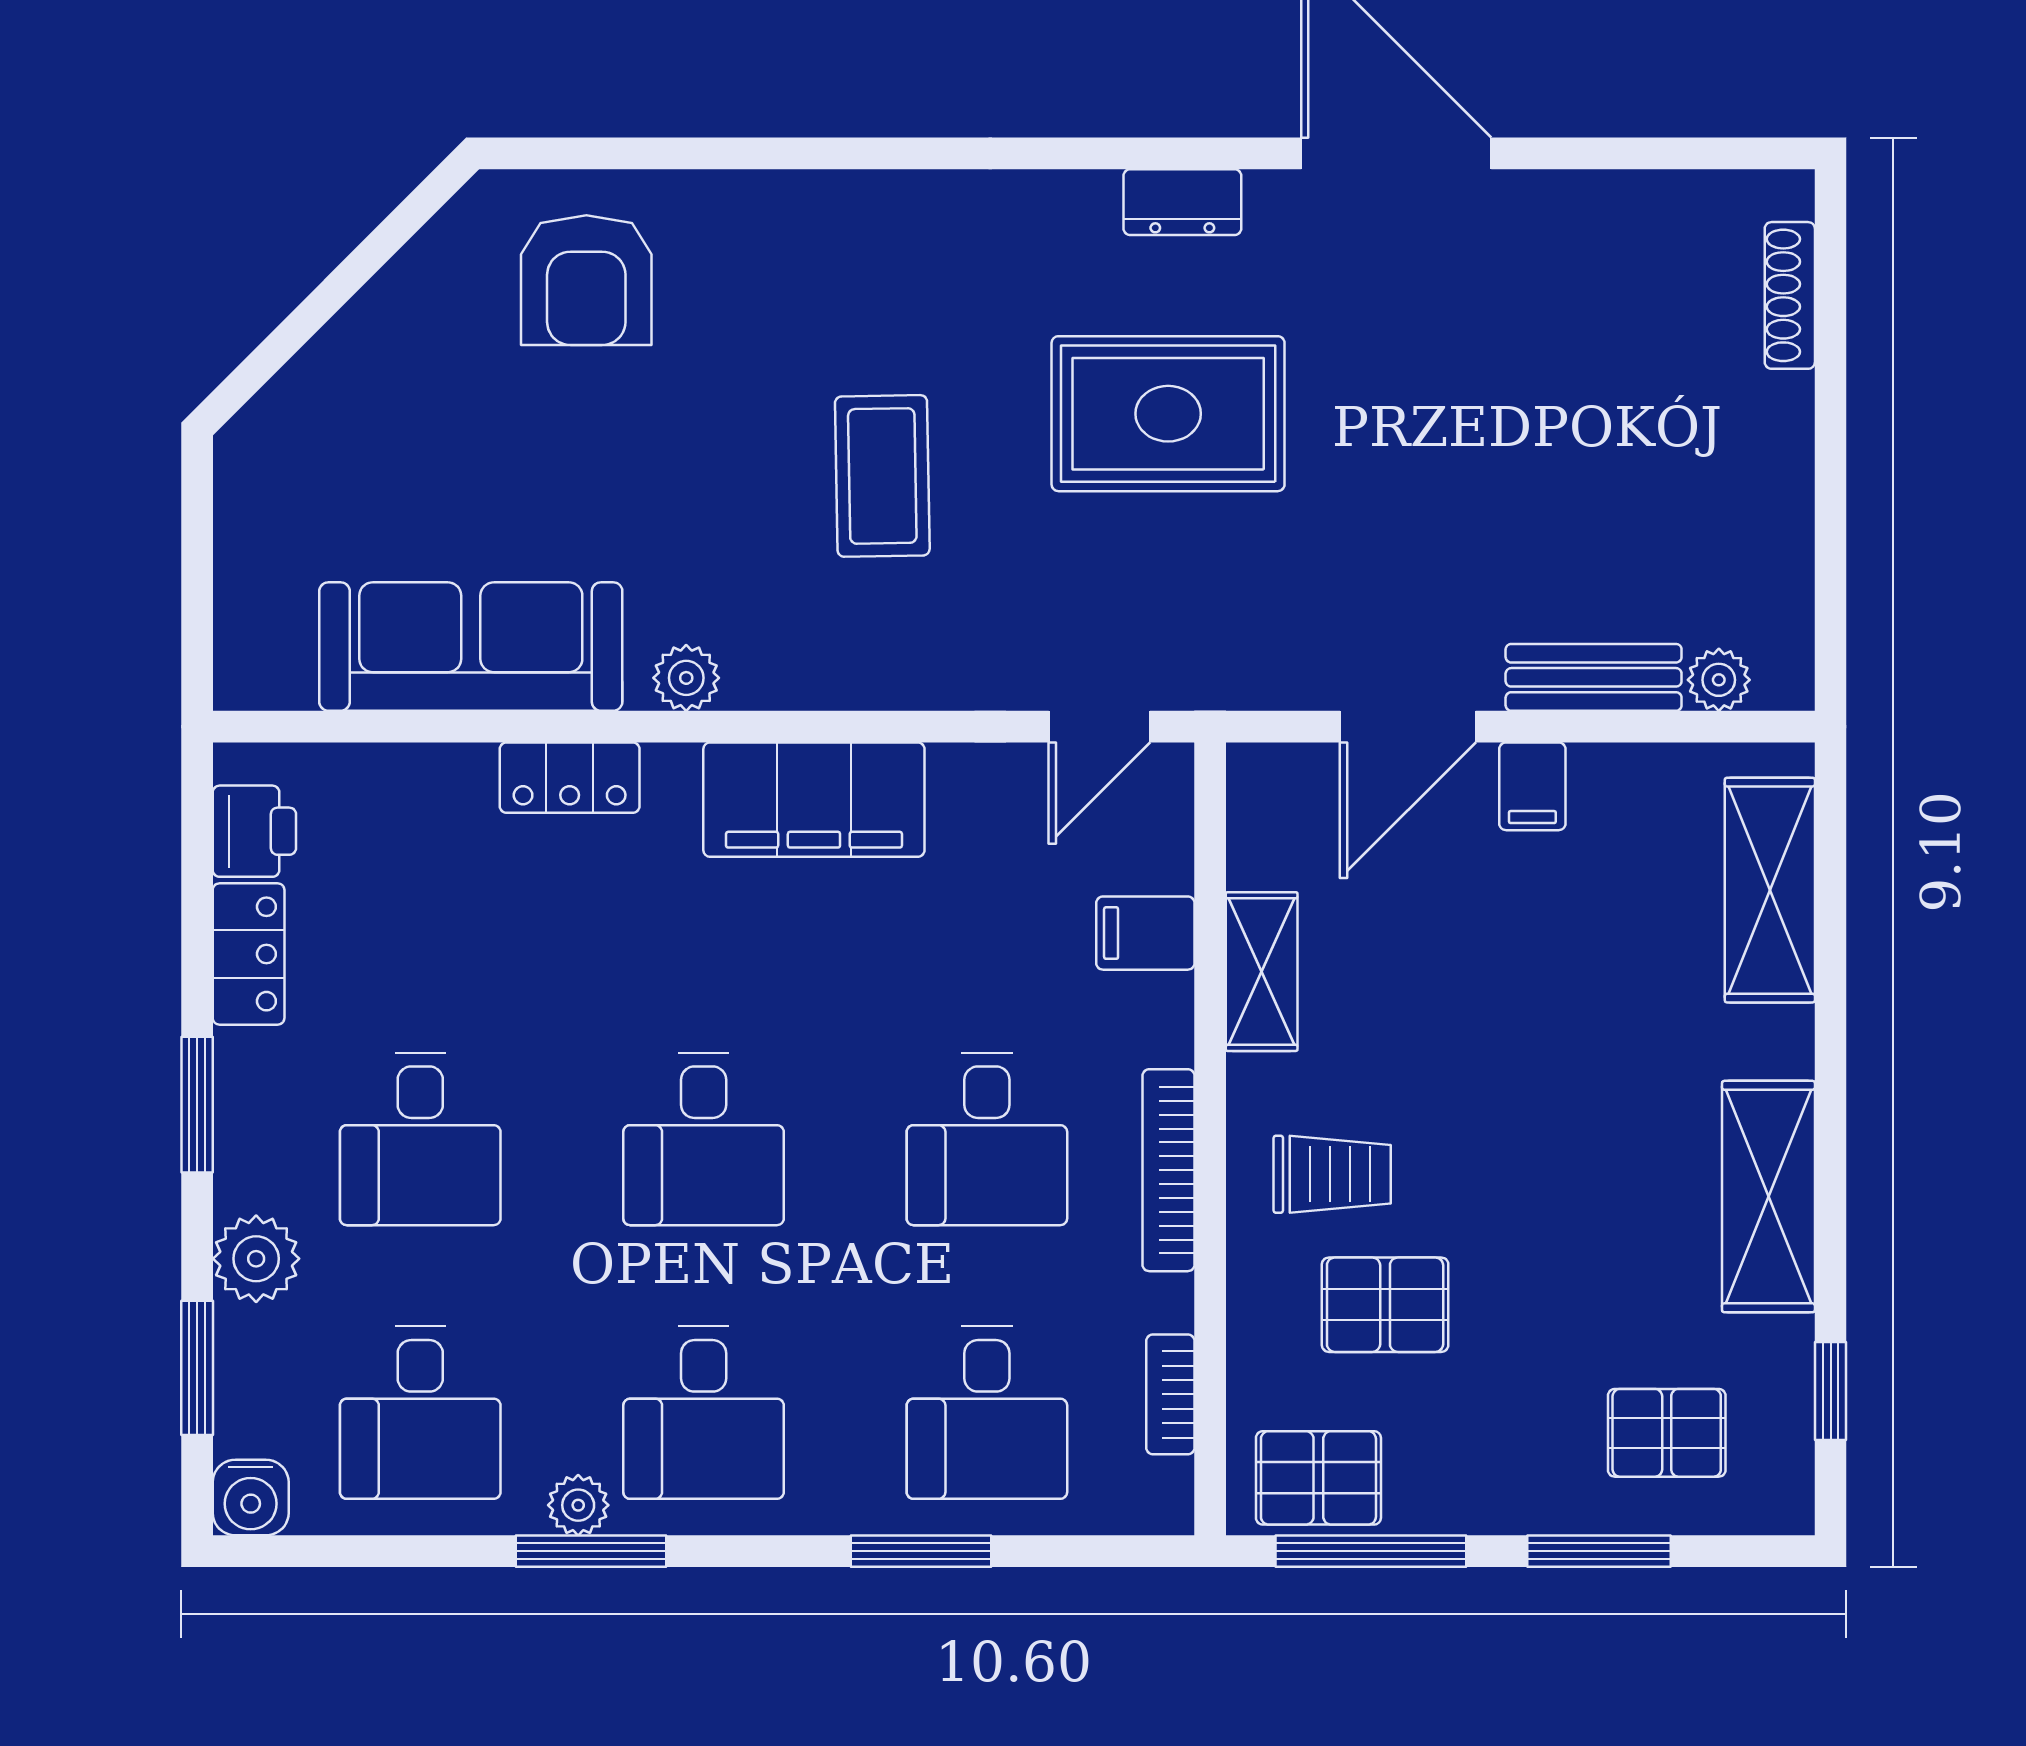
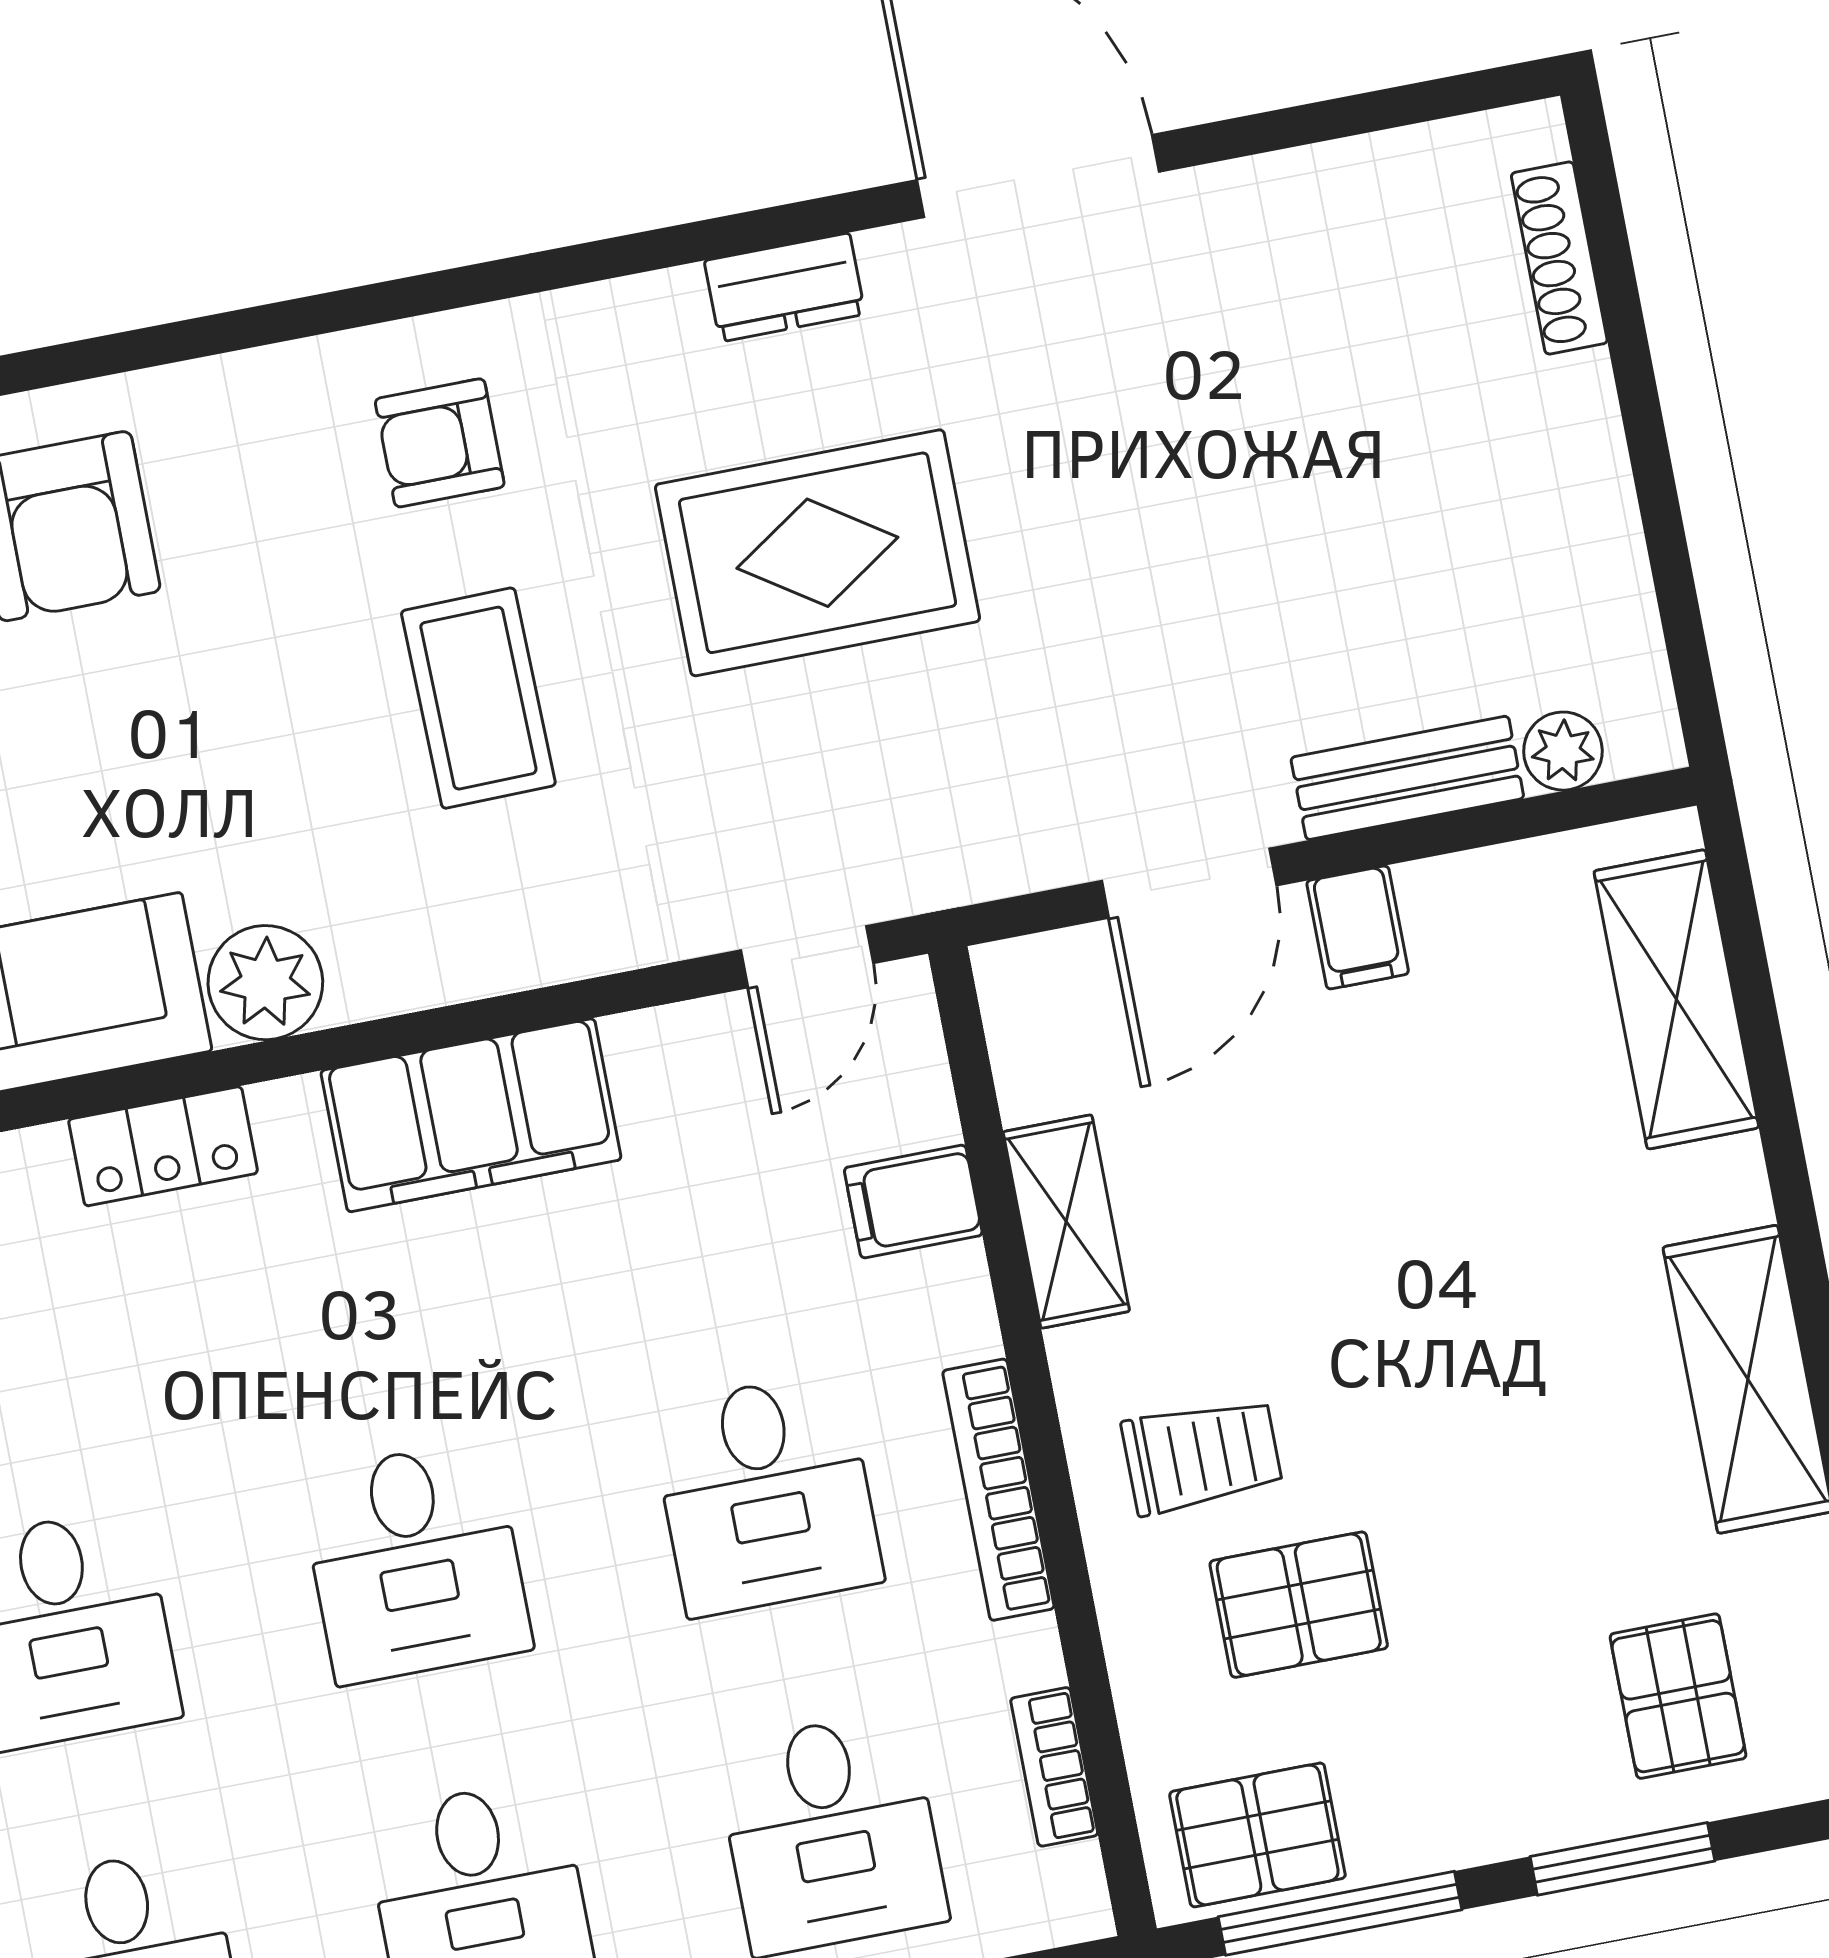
armchair: (890, 271) -> (440, 443), added
plant: (686, 678) -> (265, 983), width x1.38, depth x1.38
pallet: (1667, 1433) -> (1678, 1696), turned 90

